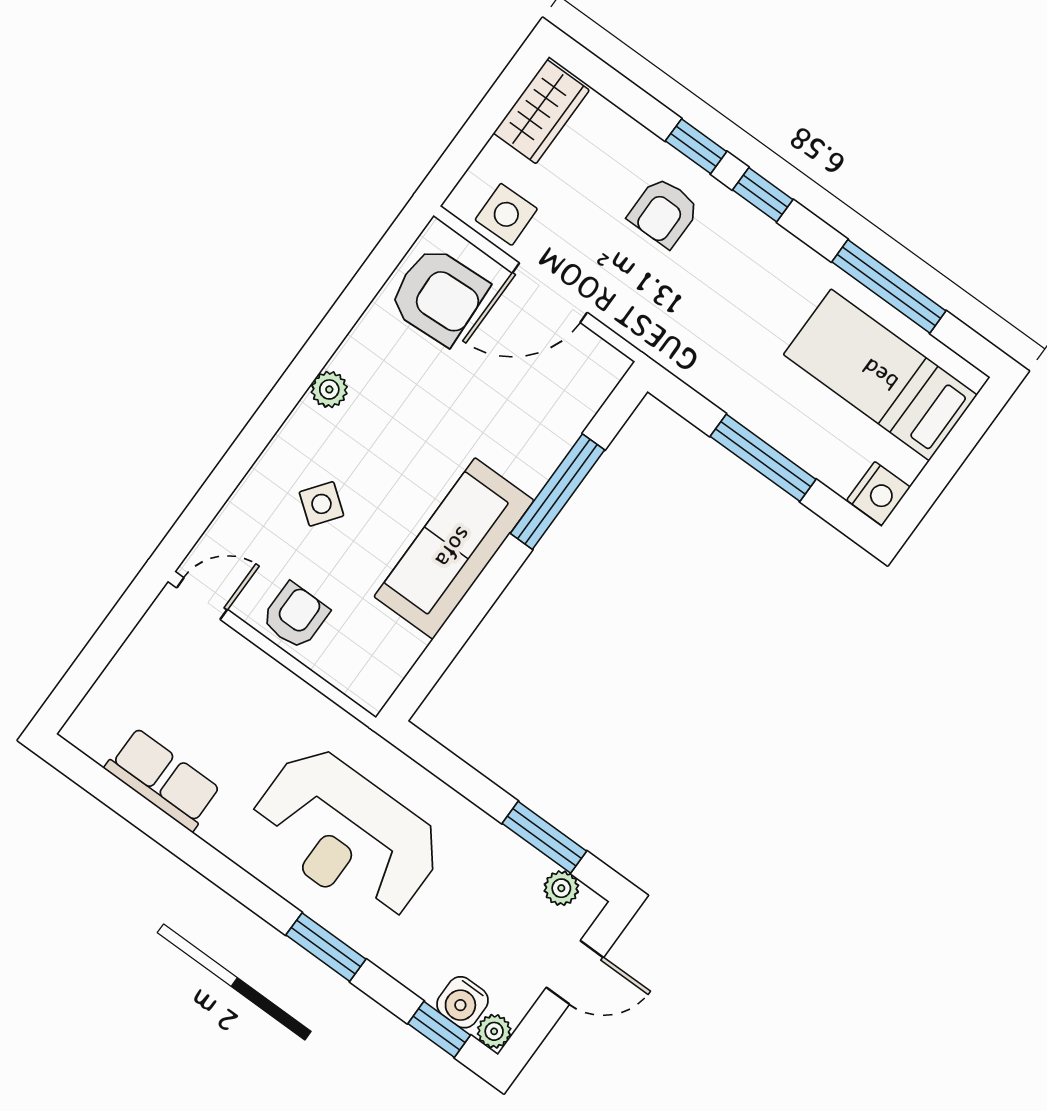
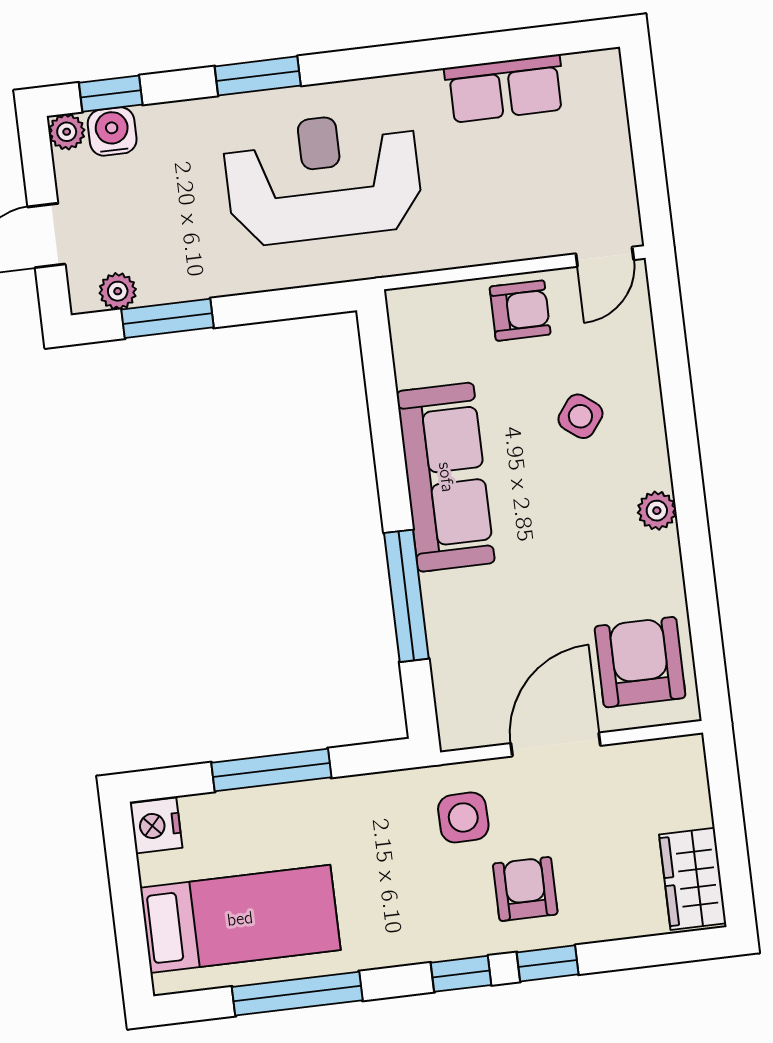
side table: (506, 214) -> (463, 817), moved
armchair: (438, 295) -> (640, 662), turned 93
armchair: (295, 616) -> (520, 311), turned -90

